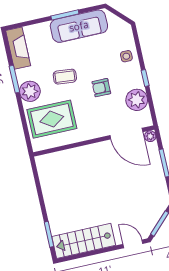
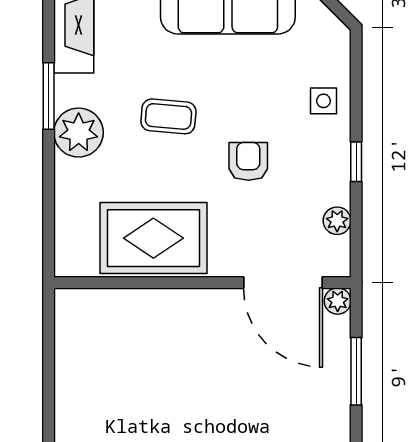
armchair: (101, 88) -> (248, 161), turned 90
plant: (137, 100) -> (337, 221), width x0.53, depth x0.53
rug: (52, 119) -> (153, 238), moved

